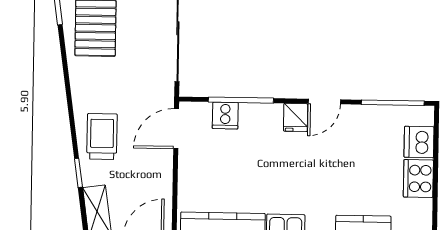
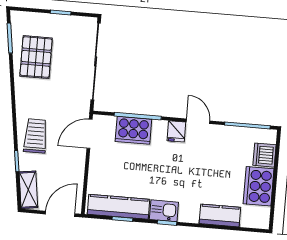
door: (324, 102) -> (198, 121), swing flipped
cooker: (225, 116) -> (133, 130), width x1.87, depth x1.31
cooker: (418, 178) -> (259, 186), width x1.37, depth x1.31

